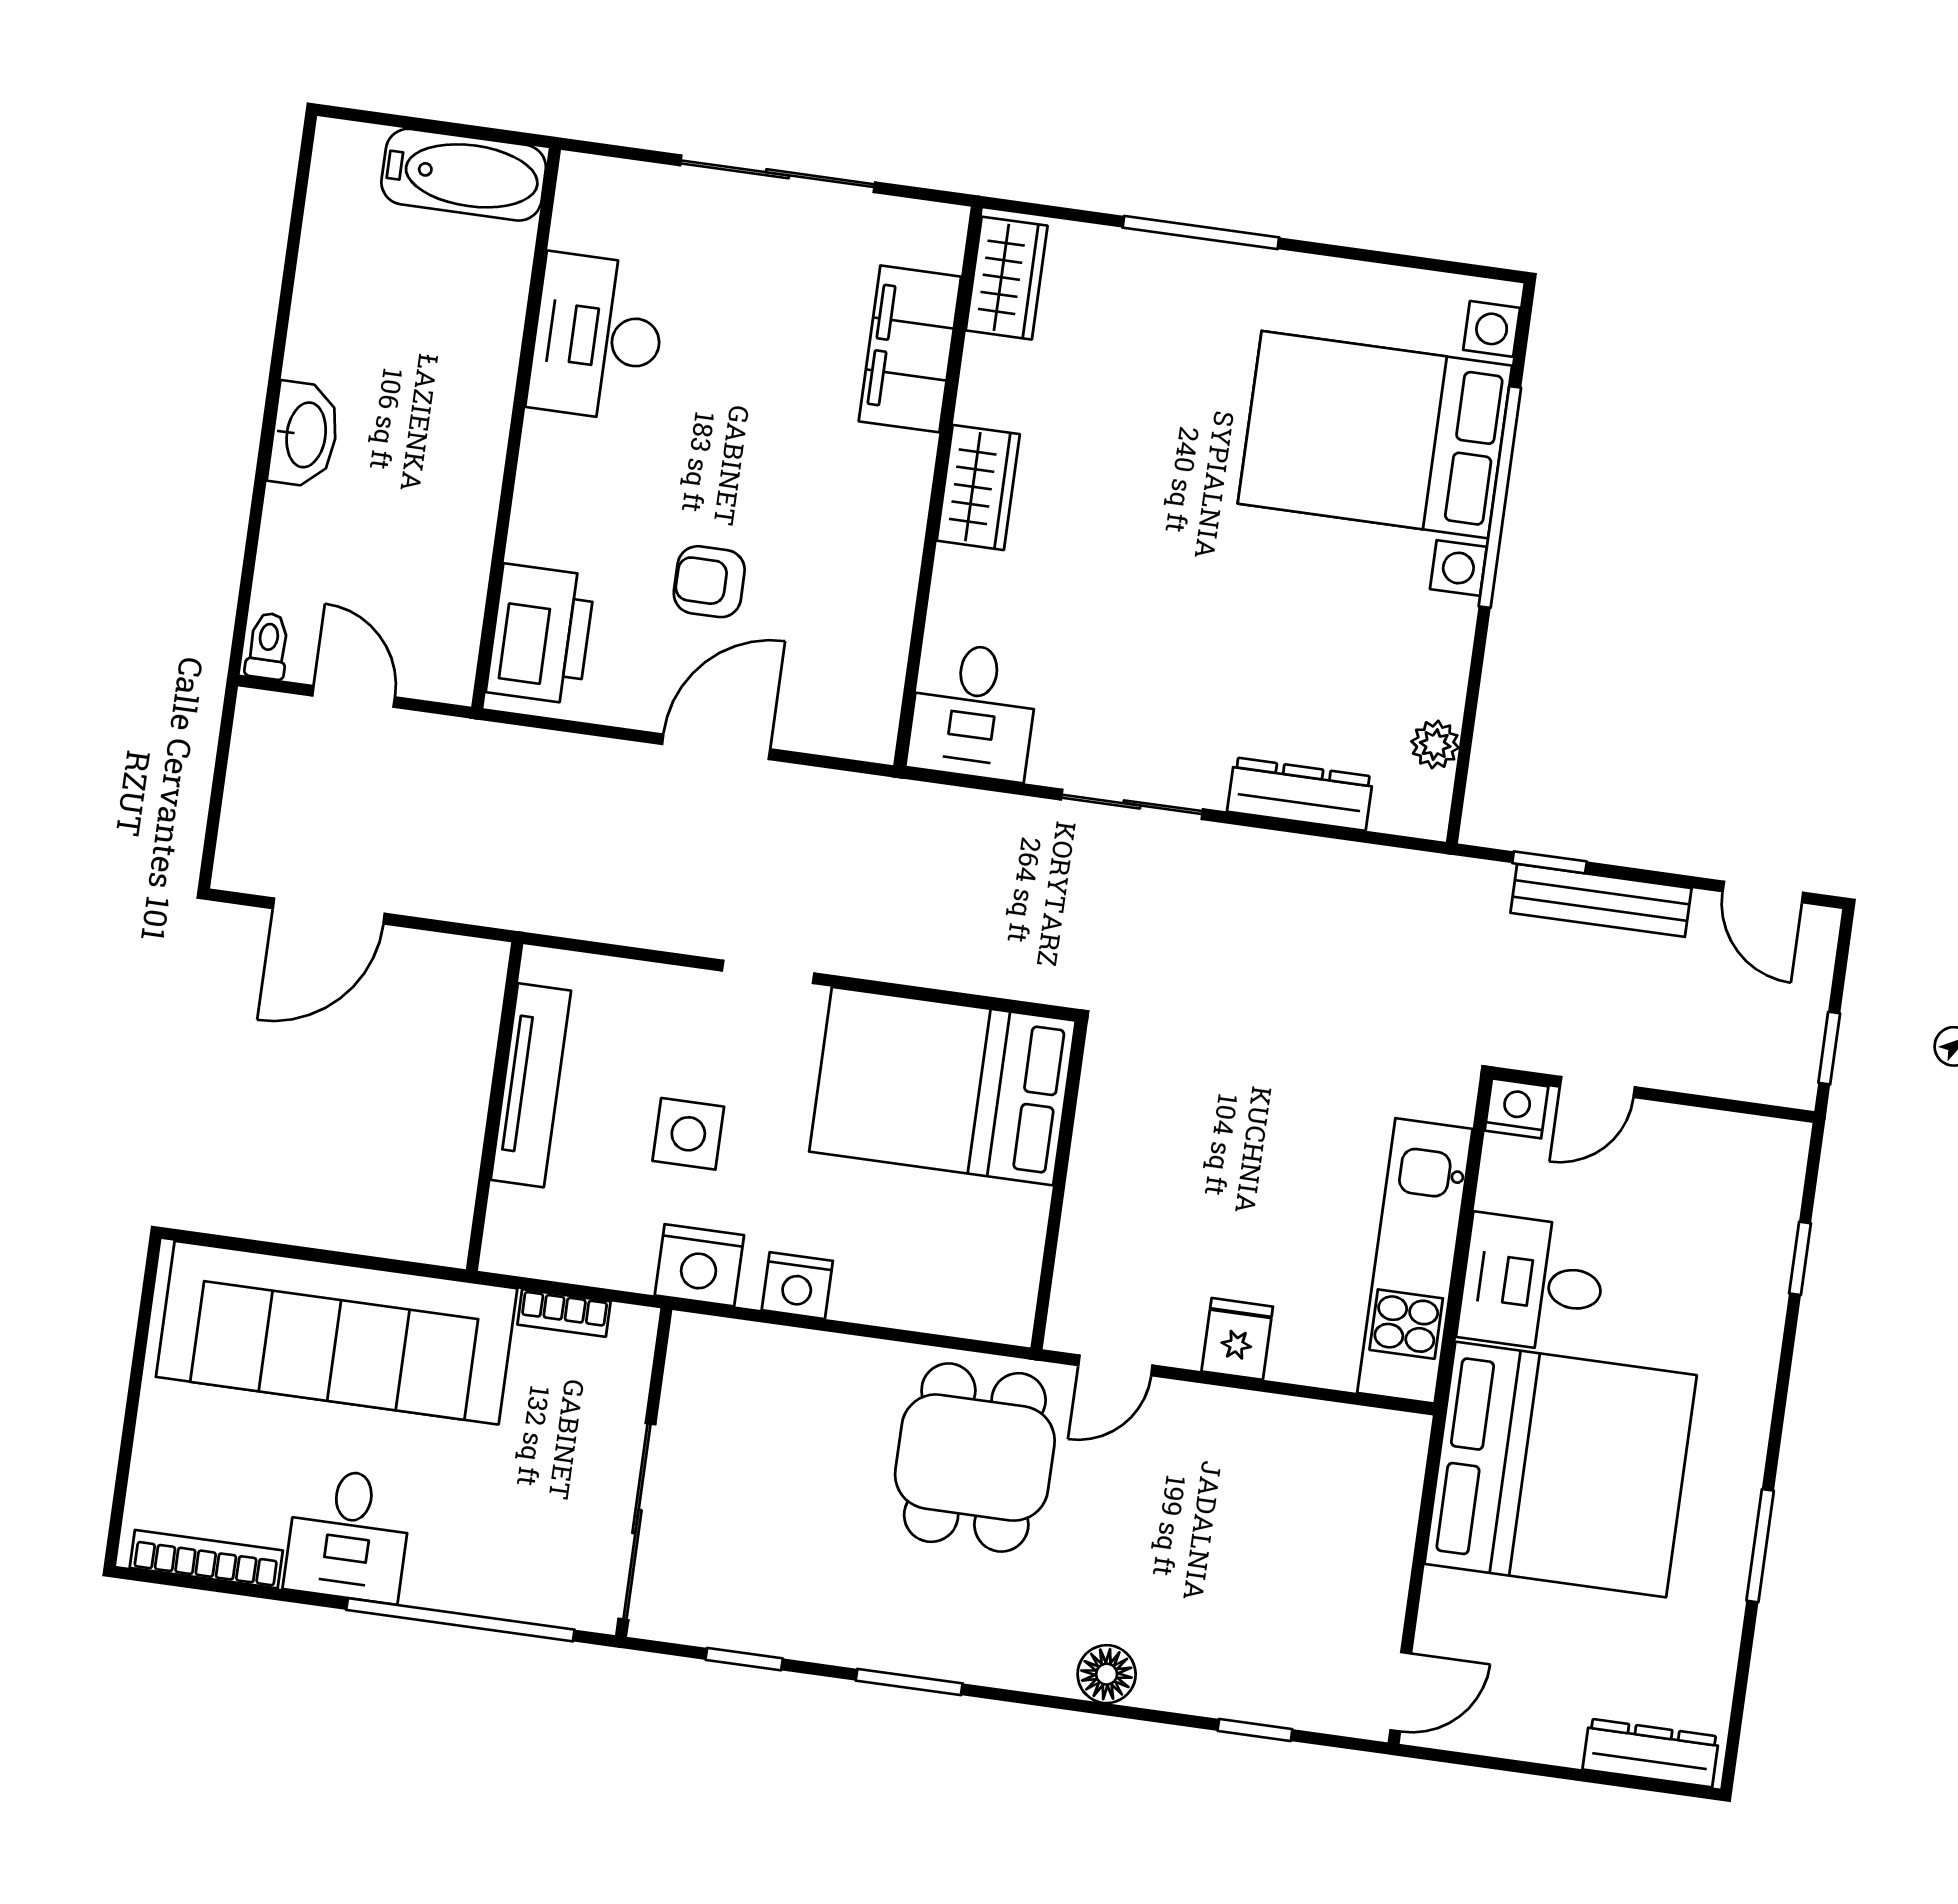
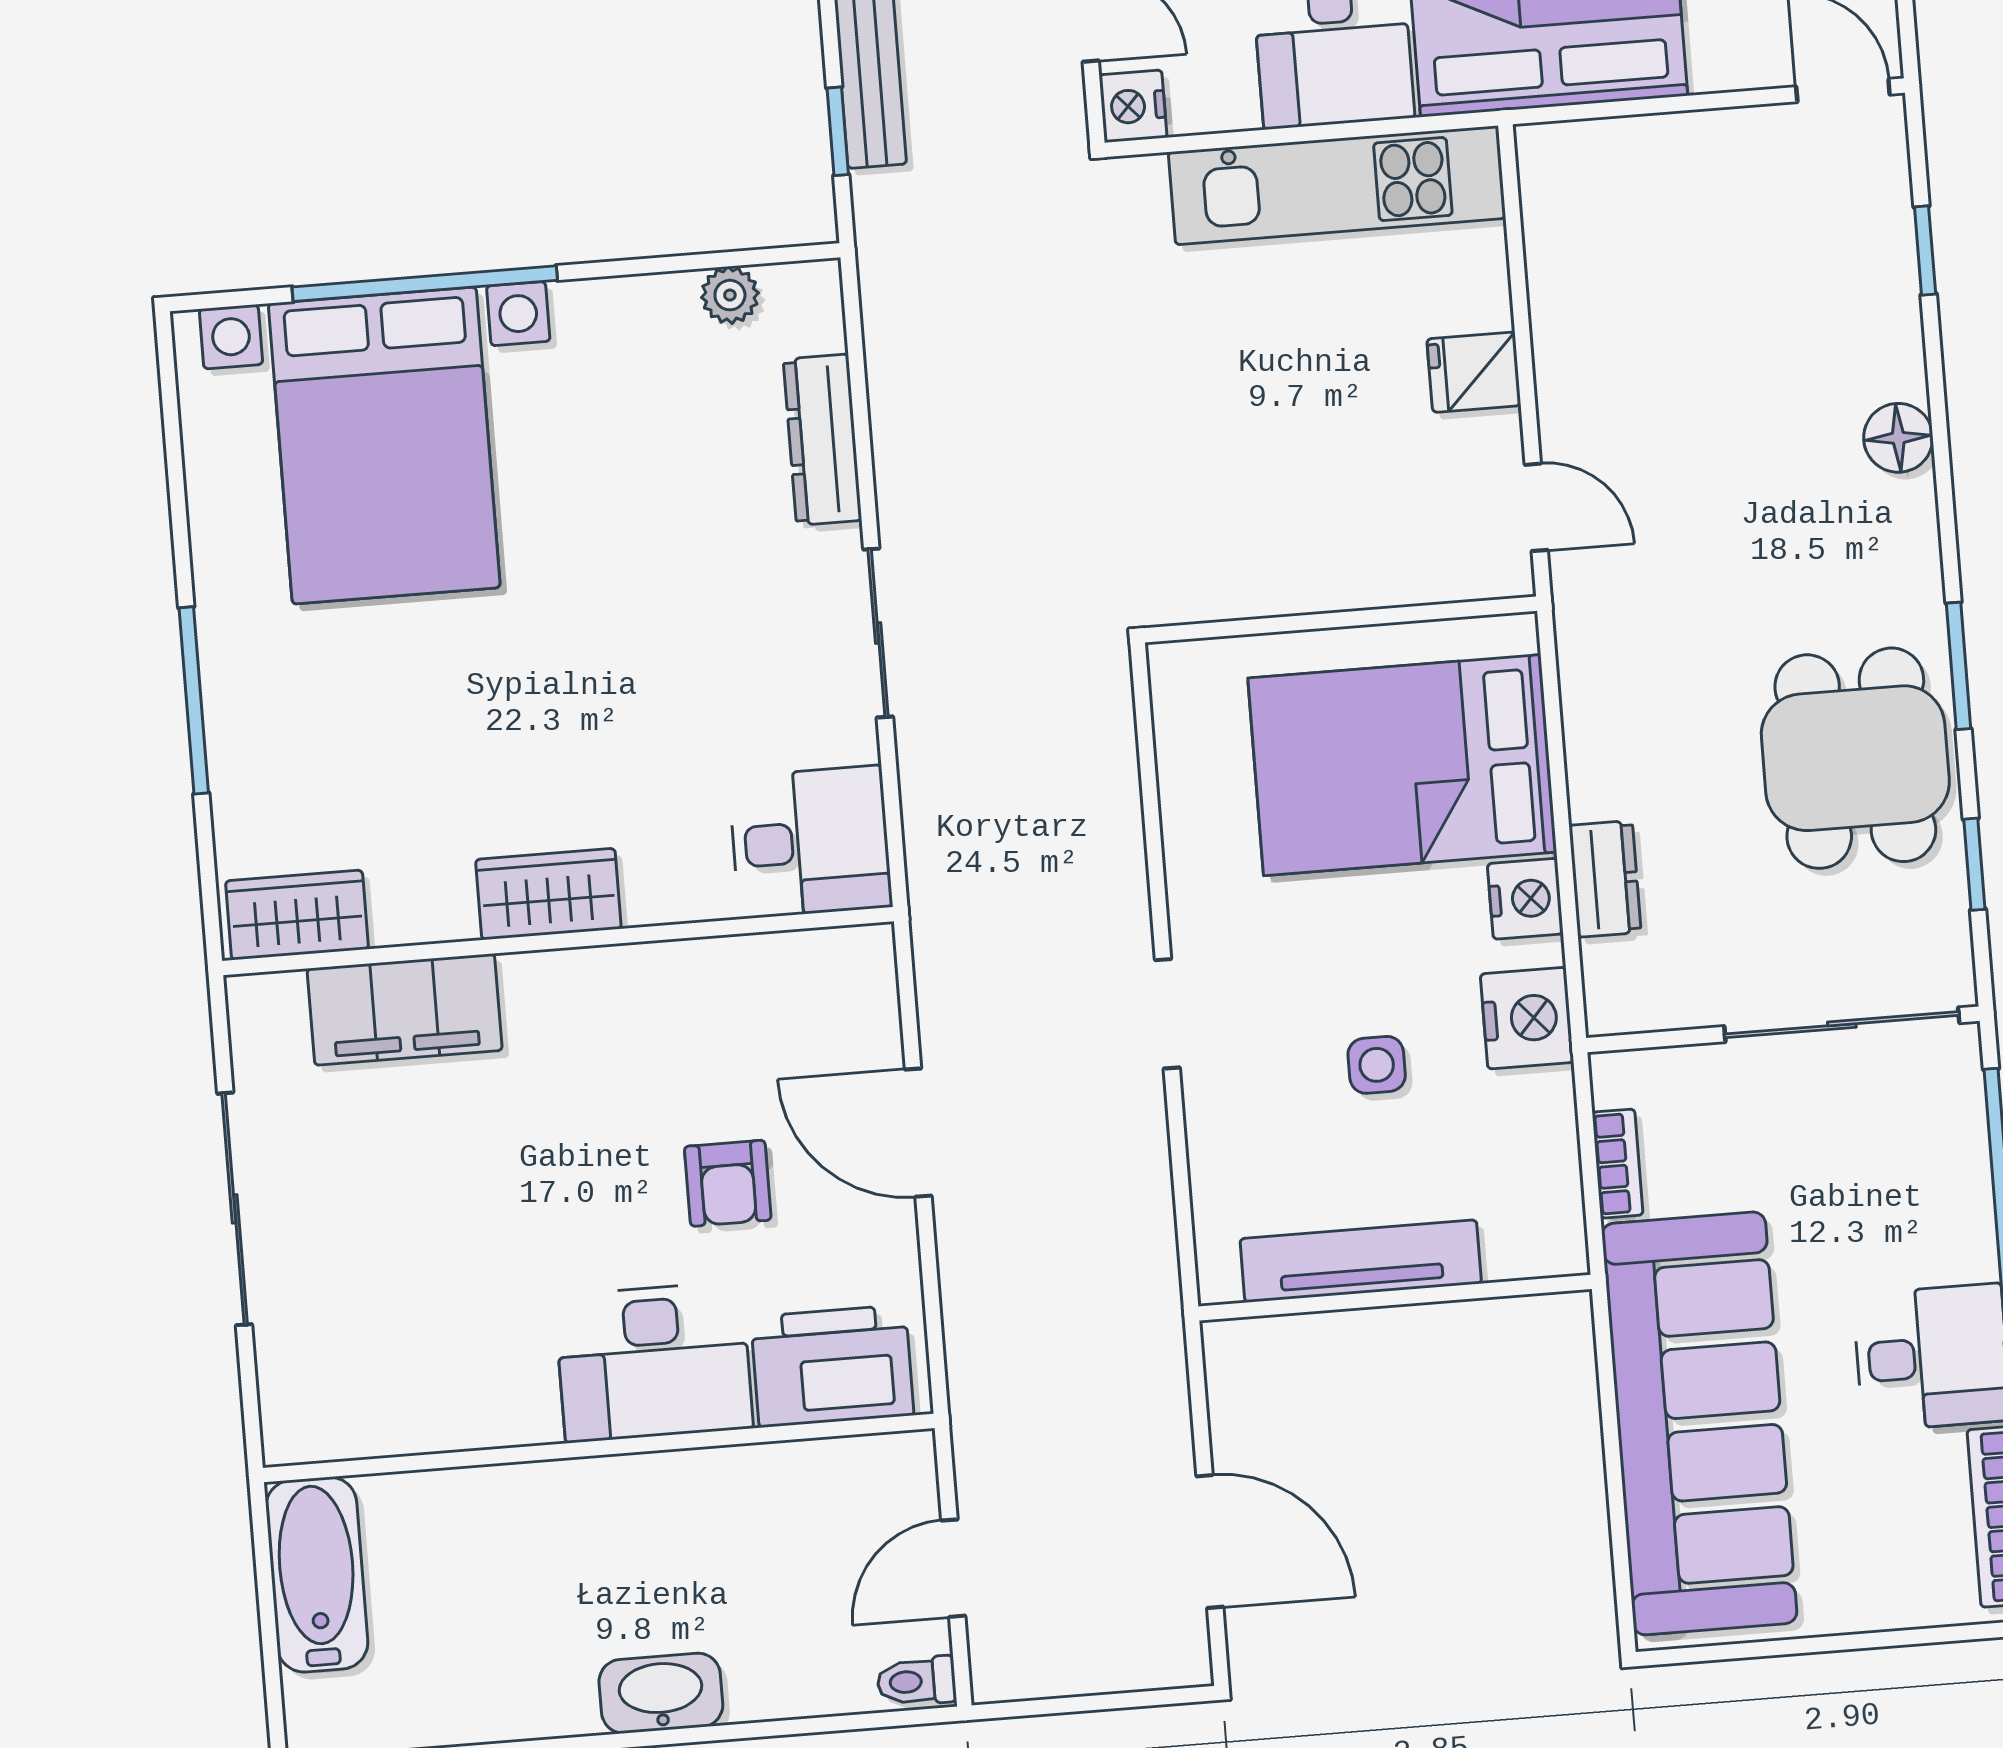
desk: (597, 337) -> (654, 1362), moved
bed: (942, 1086) -> (1402, 765), moved, turned 90
side table: (688, 1134) -> (1377, 1065), width x0.73, depth x0.73
dresser: (799, 1354) -> (1605, 879), added
dining table: (975, 1458) -> (1855, 758), moved, turned 90

